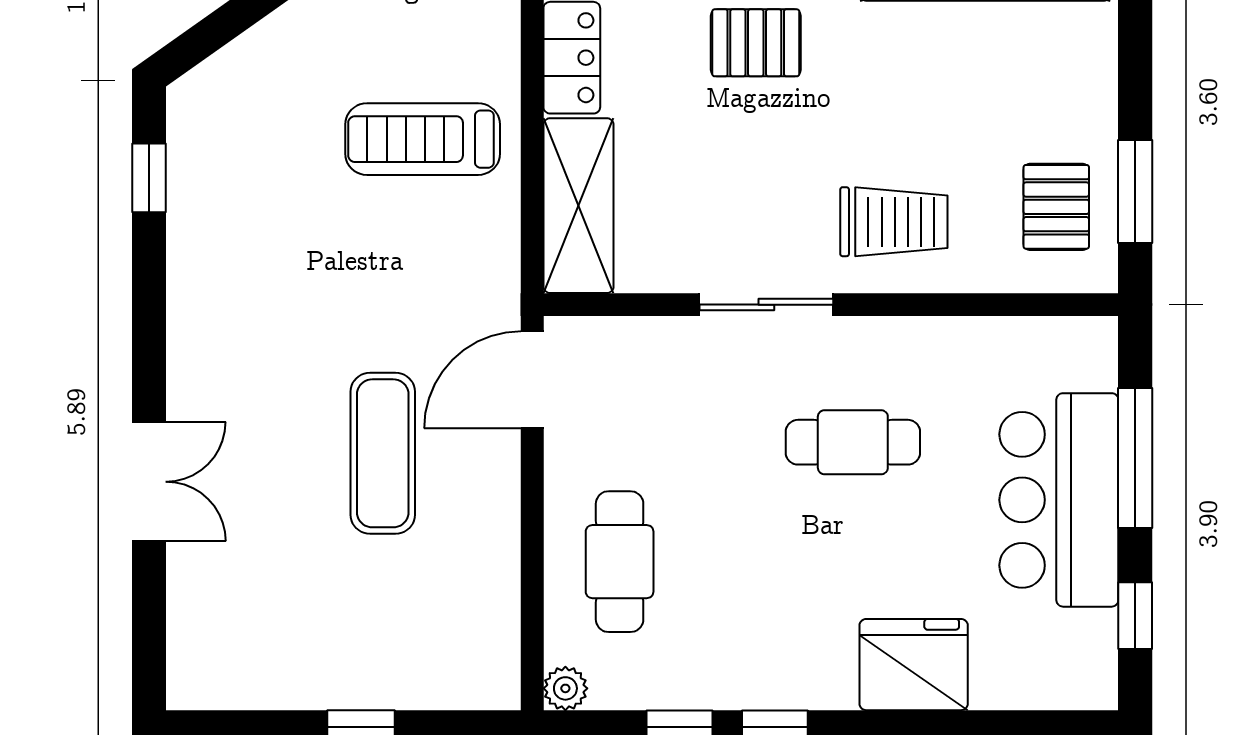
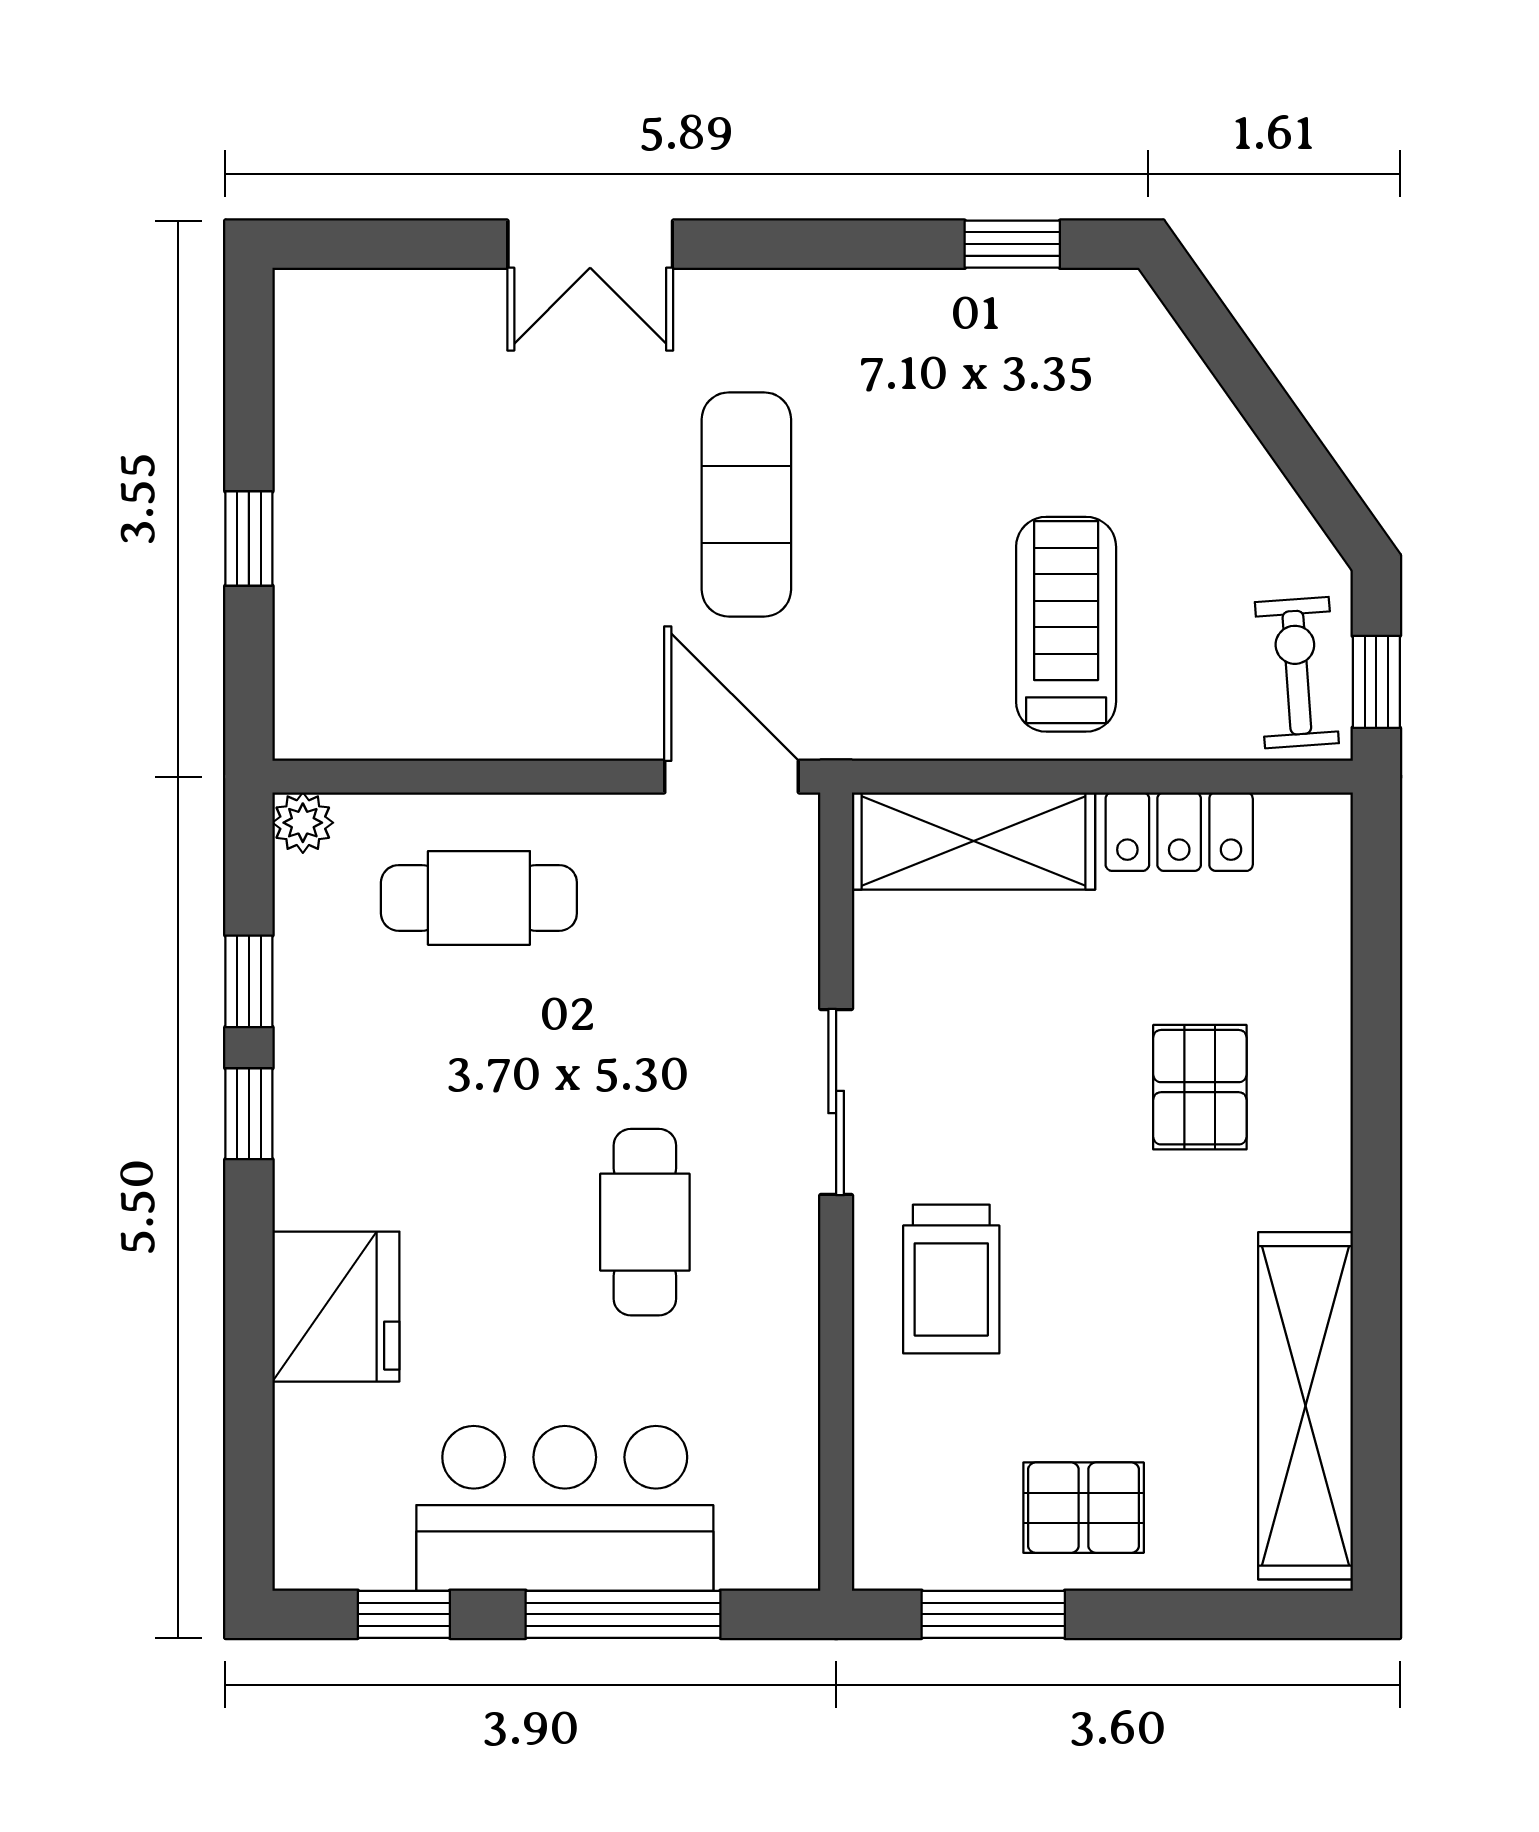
pallet: (1056, 207) -> (1084, 1508), moved
exercise mat: (383, 453) -> (746, 504), moved, turned 90

